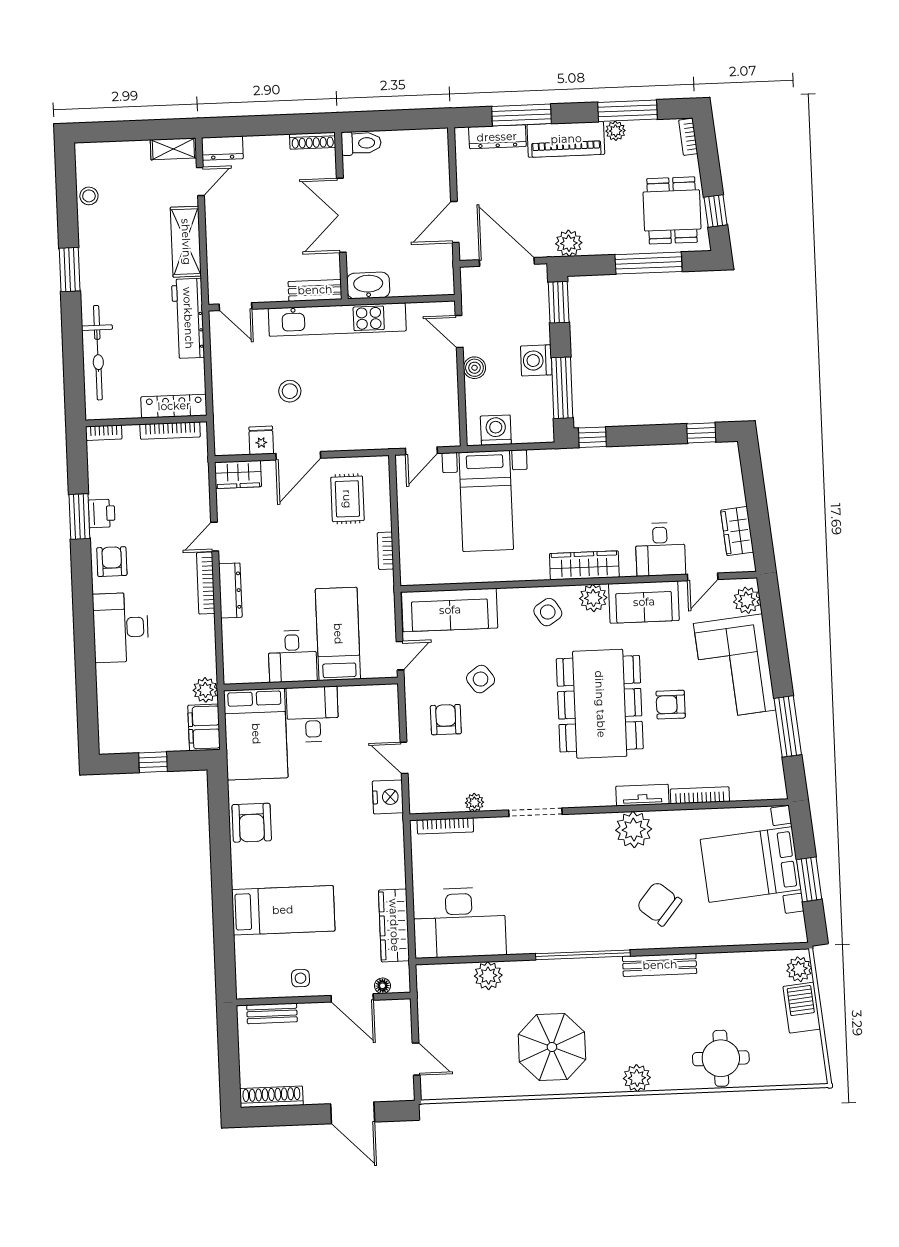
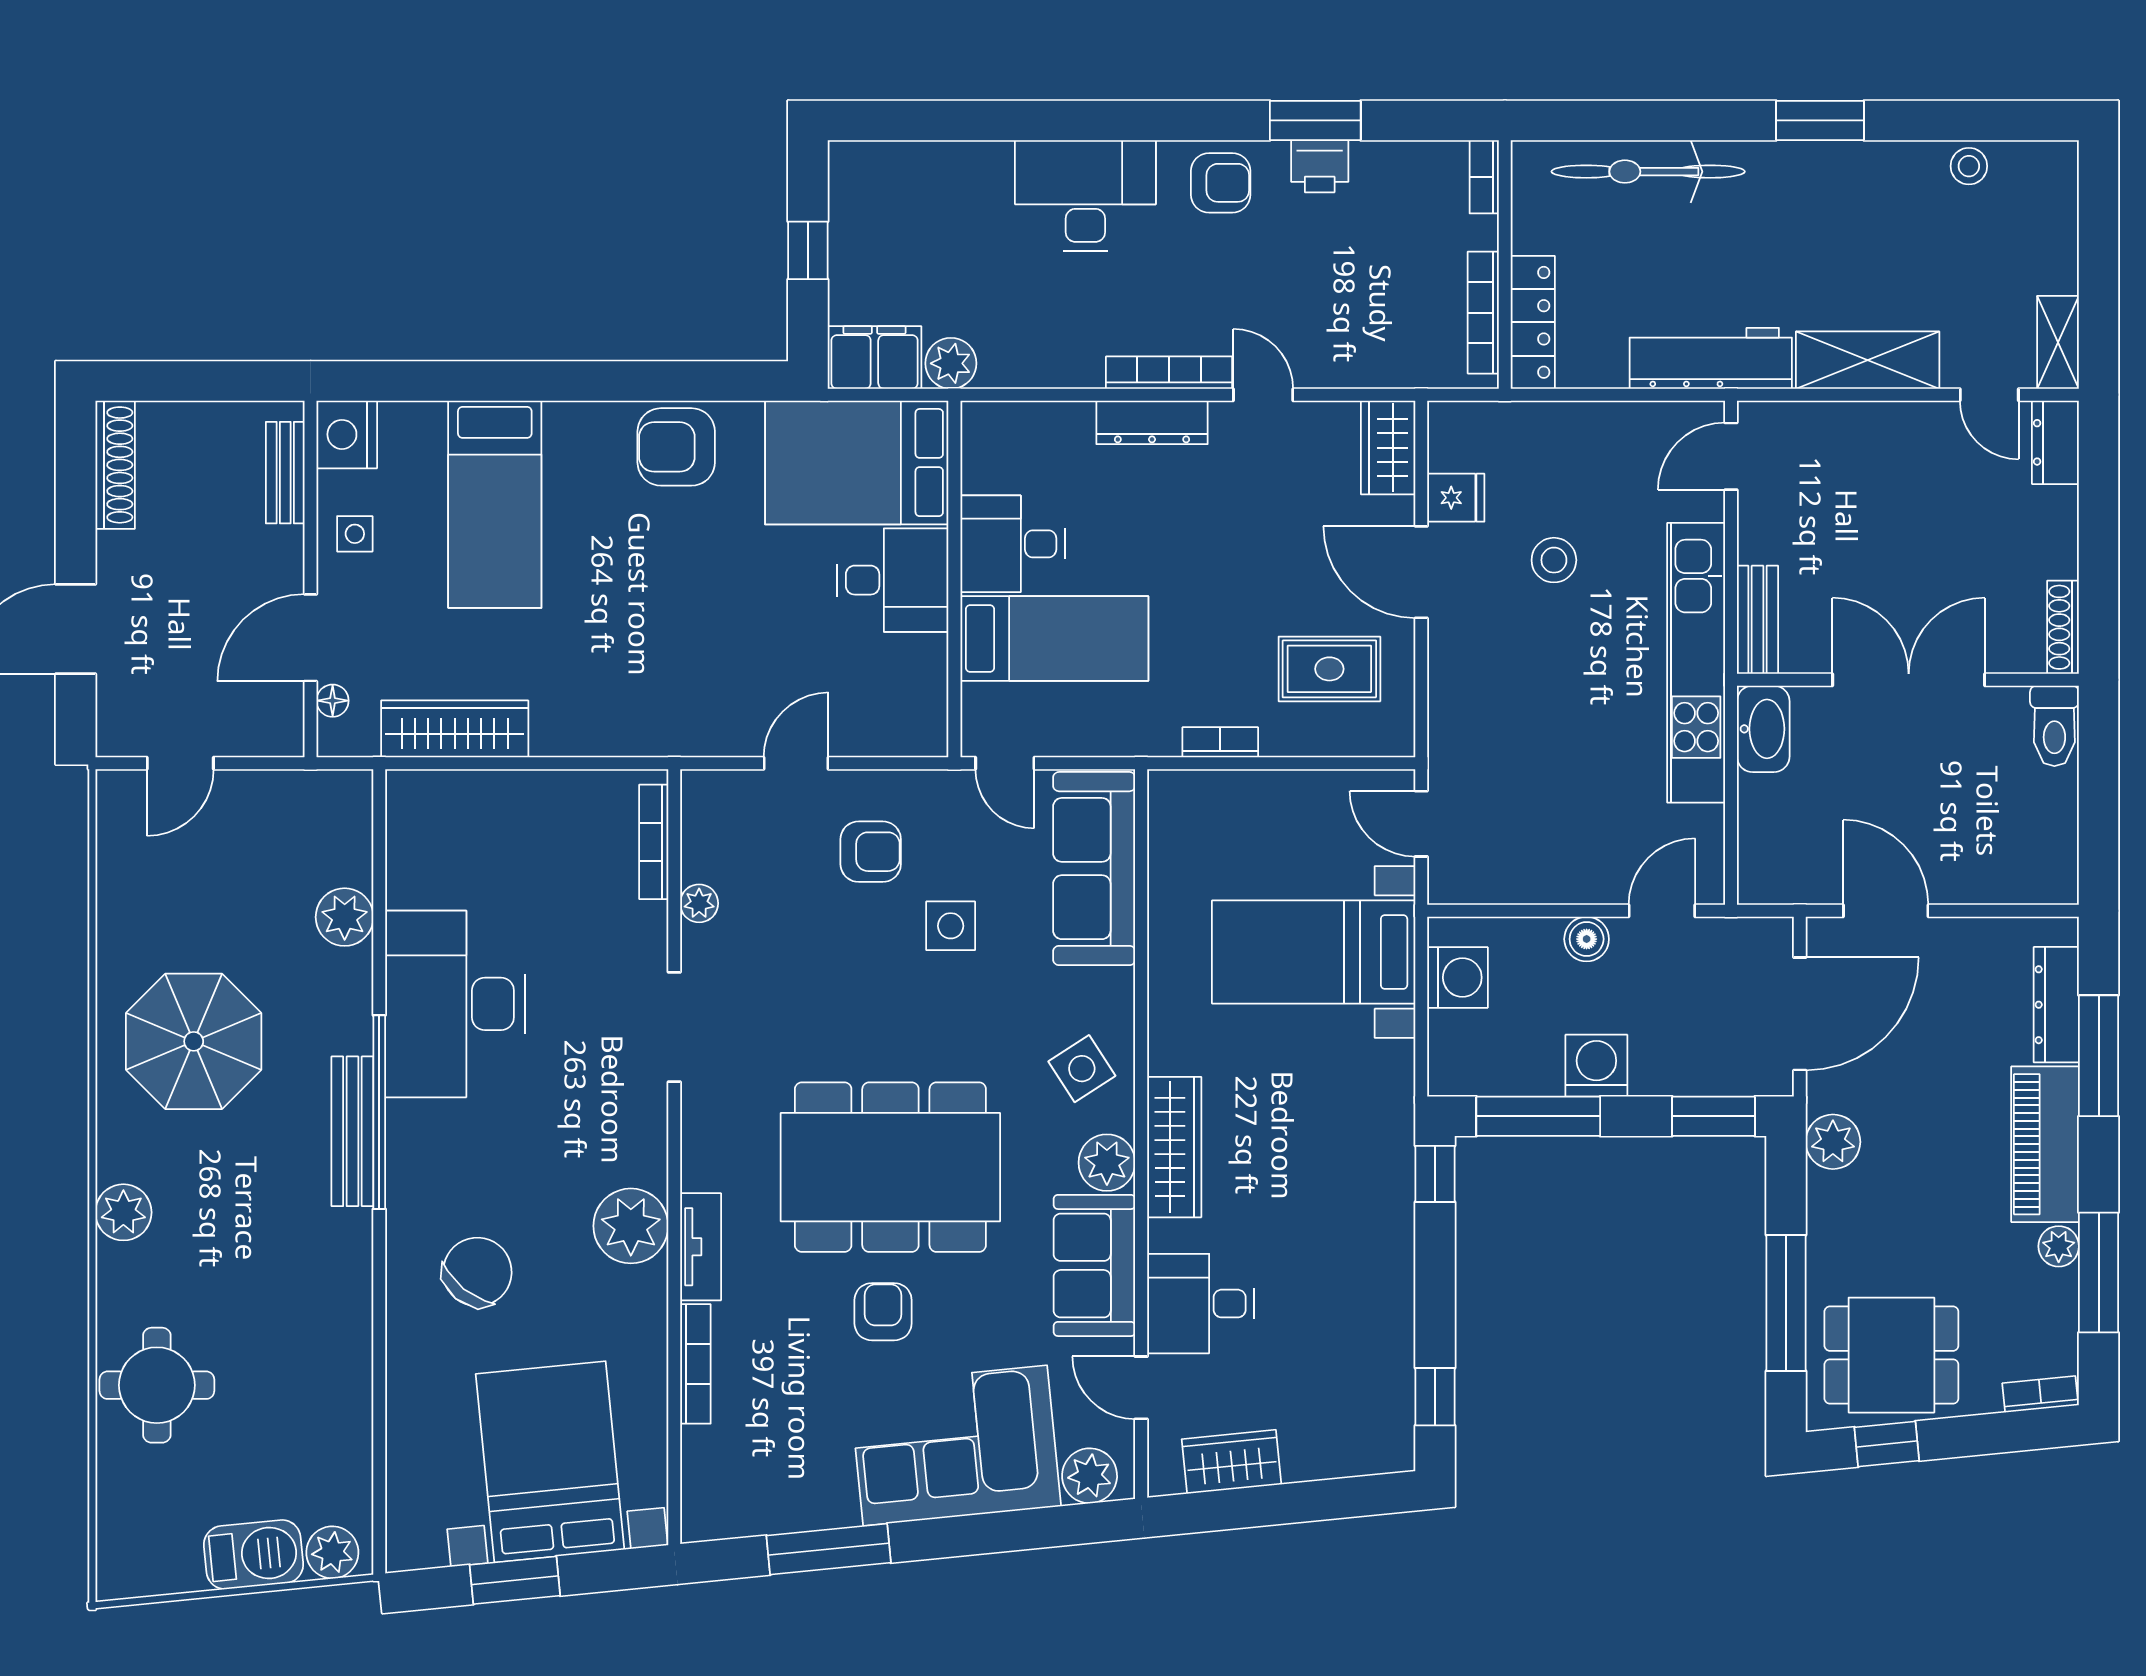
side table: (481, 679) -> (951, 926), turned 36
nightstand: (388, 797) -> (347, 434), moved, turned 90
desk: (459, 923) -> (455, 1004), moved
bench: (660, 965) -> (352, 1131), moved

